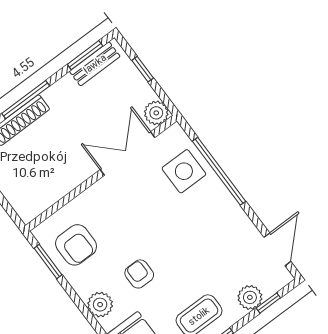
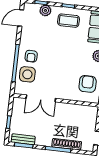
plant: (156, 113) -> (18, 103), removed
armchair: (139, 274) -> (31, 56), moved

